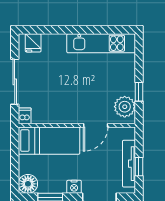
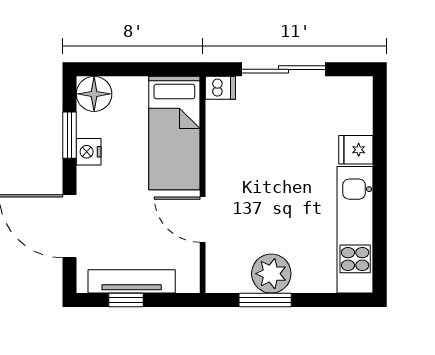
fridge: (33, 43) -> (356, 150), moved
window: (139, 92) -> (265, 300), width x1.50
plant: (125, 107) -> (271, 274), moved
nightstand: (74, 187) -> (89, 152), moved

